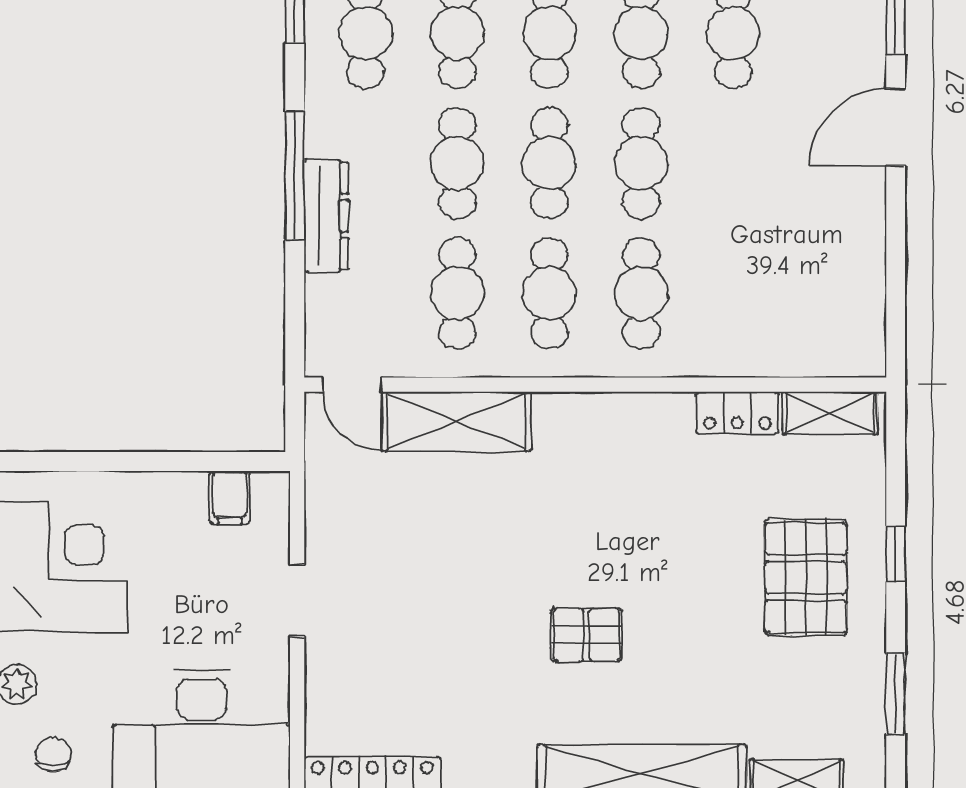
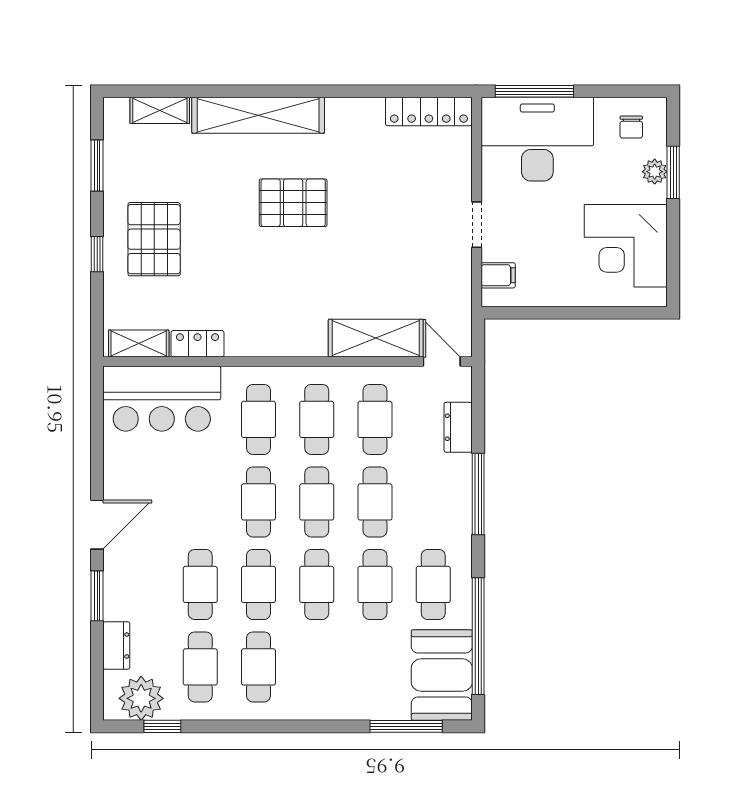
dresser: (326, 216) -> (458, 427), moved, width x0.70
bar counter: (794, 326) -> (162, 399), added
filing cabinet: (230, 498) -> (498, 275), moved, turned 90
pallet: (586, 635) -> (293, 203), width x1.50, depth x1.42

